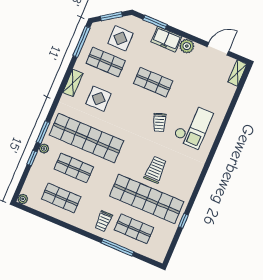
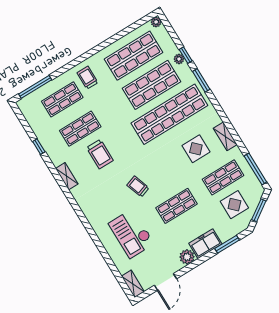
checkout: (193, 126) -> (131, 234), moved
plant: (44, 149) -> (179, 59), moved
shop shelf: (74, 168) -> (151, 85), width x1.43, depth x1.36
shelving: (191, 183) -> (67, 176), added
shop shelf: (61, 198) -> (134, 56), width x1.43, depth x1.36
shop shelf: (147, 199) -> (80, 129), width x0.50, depth x0.74
window: (118, 247) -> (35, 87), moved

